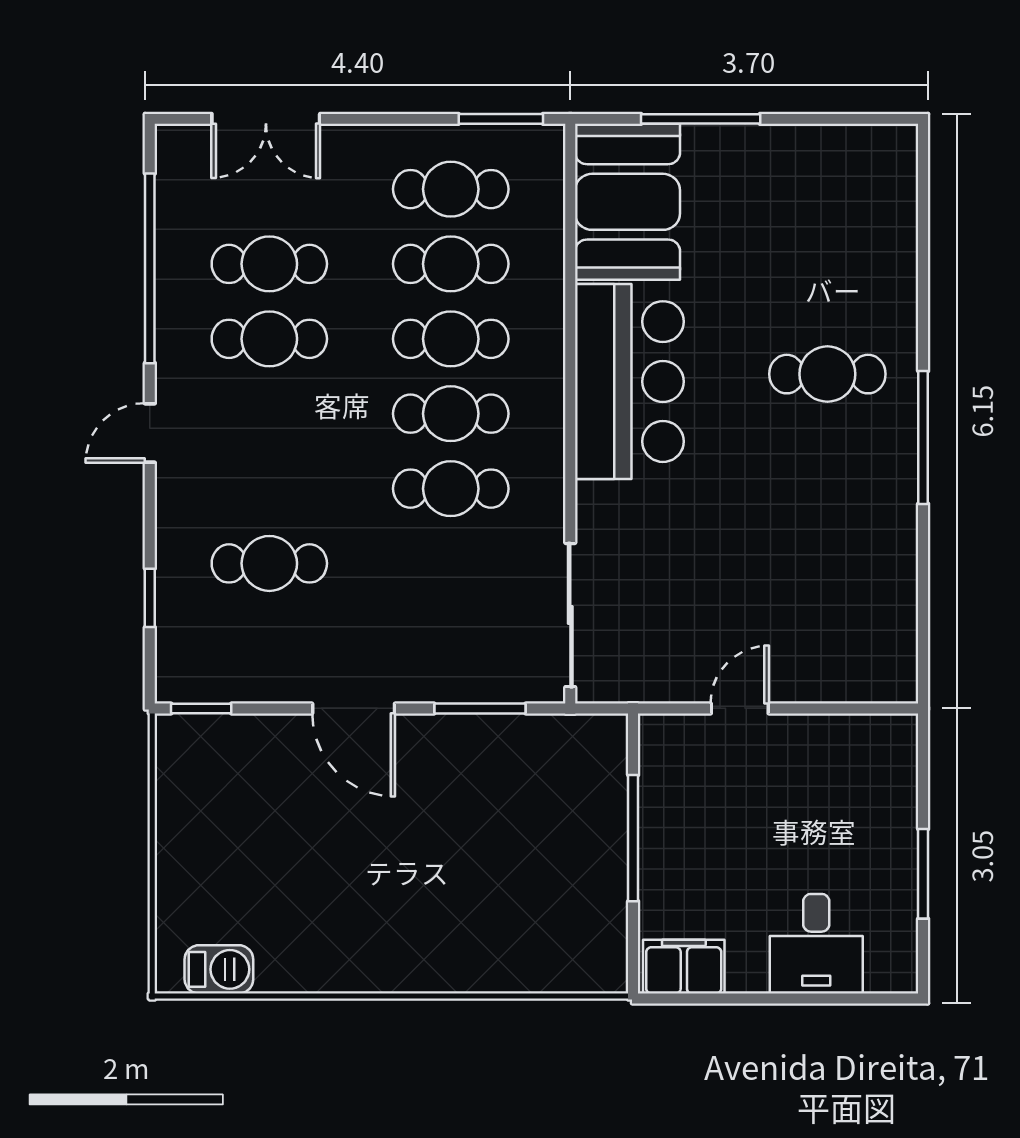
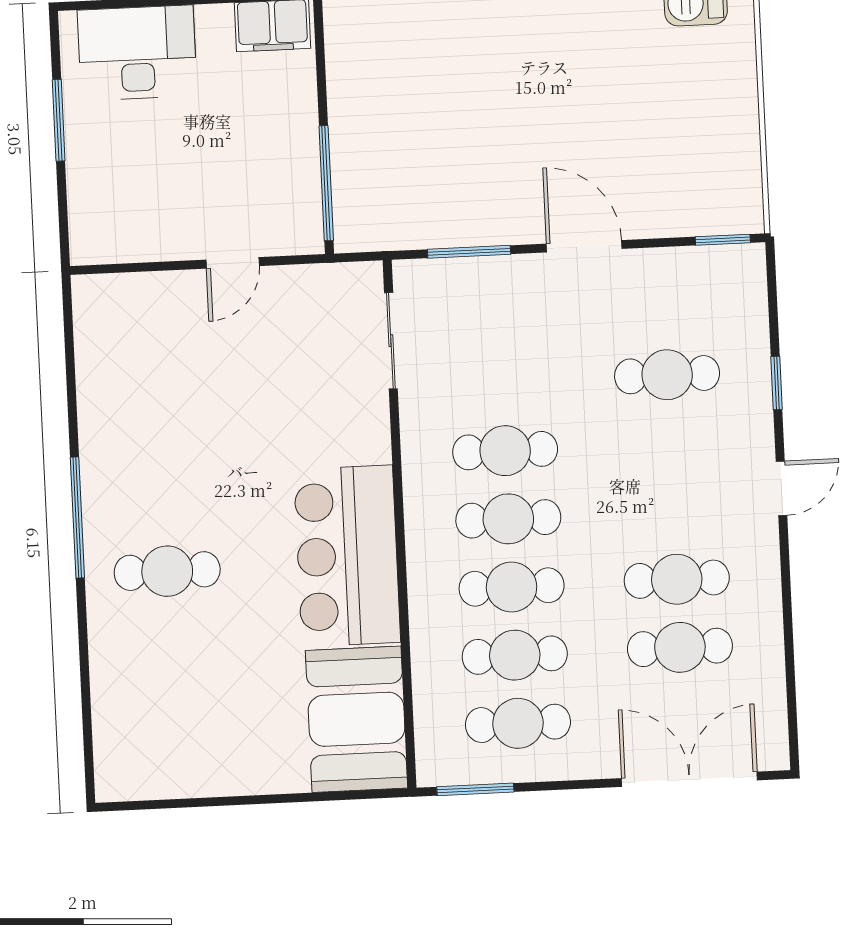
double door: (266, 119) -> (689, 779), width x1.37
window: (701, 119) -> (294, 798), removed
window: (150, 268) -> (789, 638), removed
window: (150, 598) -> (776, 383), moved
sliding door: (570, 615) -> (391, 341), width x0.73
window: (633, 838) -> (326, 183), moved
desk: (816, 944) -> (137, 53), width x1.37

